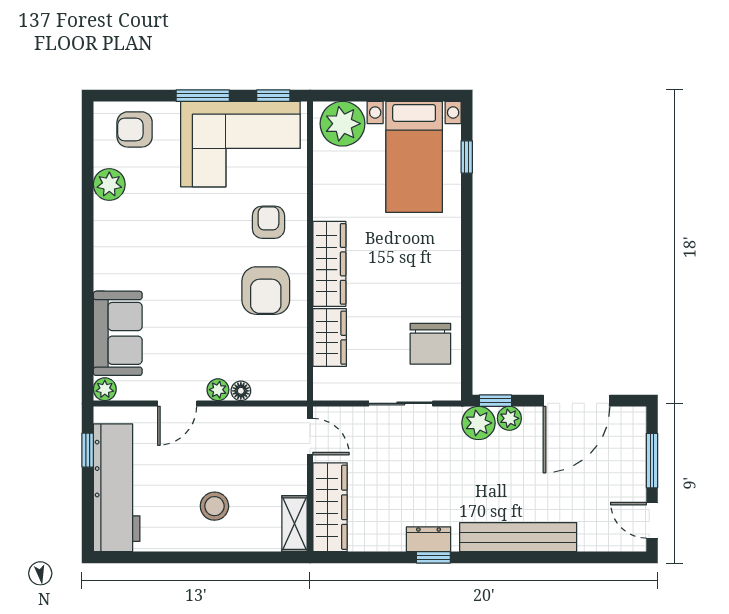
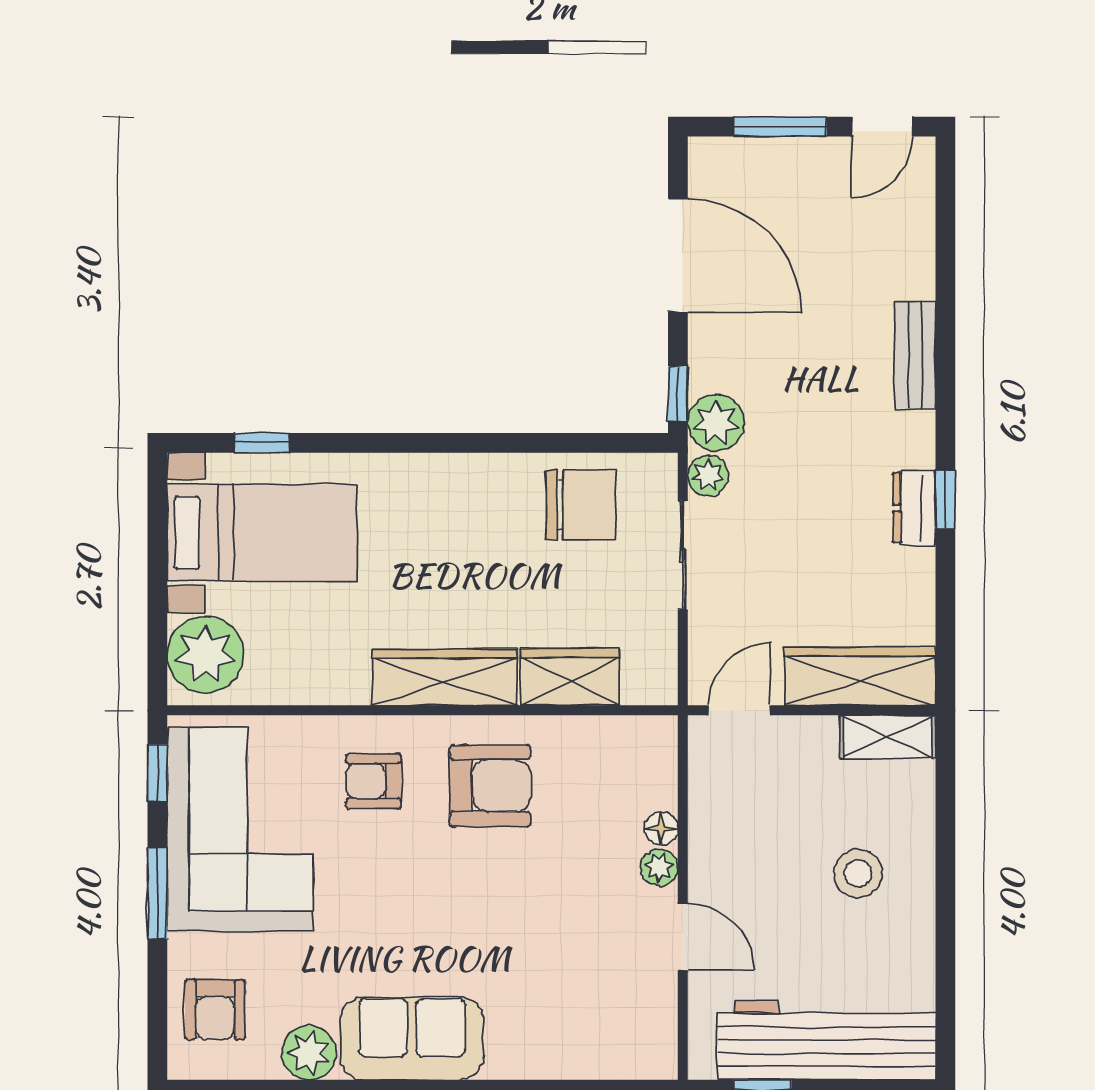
sofa: (118, 333) -> (412, 1038), moved
plant: (105, 389) -> (658, 1060), removed
plant: (509, 418) -> (708, 476), moved
bench: (518, 537) -> (915, 355), width x0.54, depth x0.82

